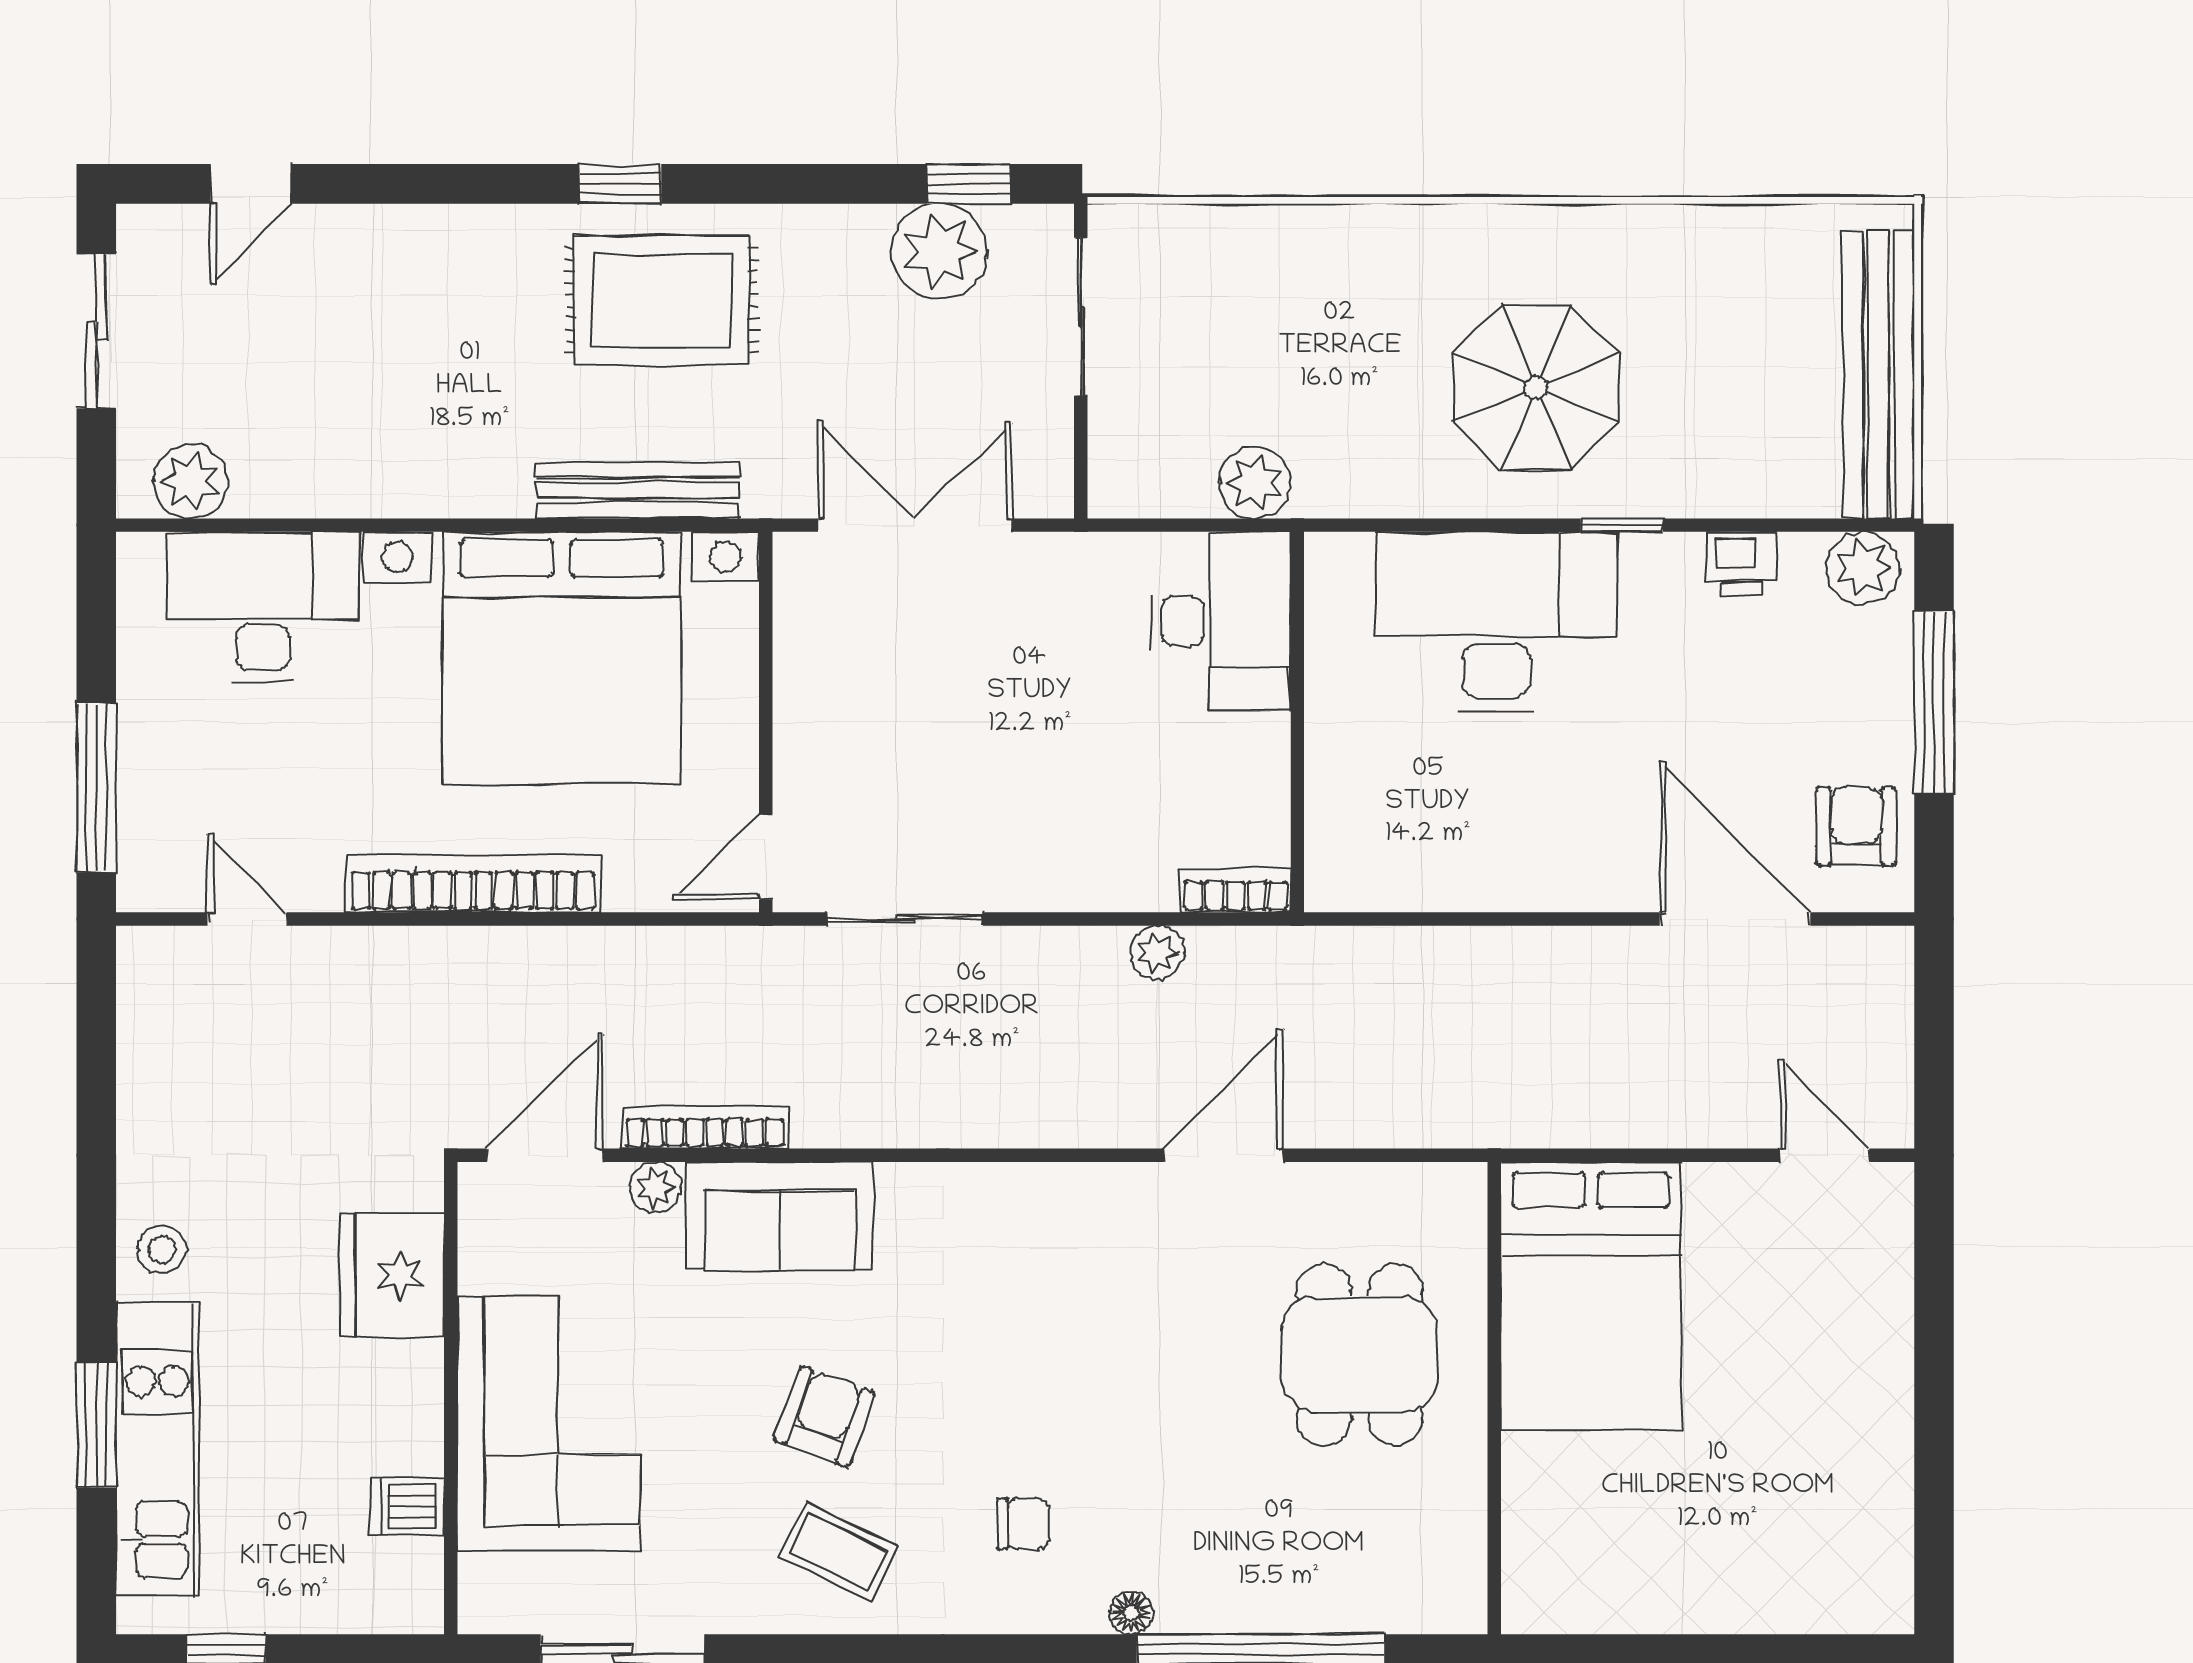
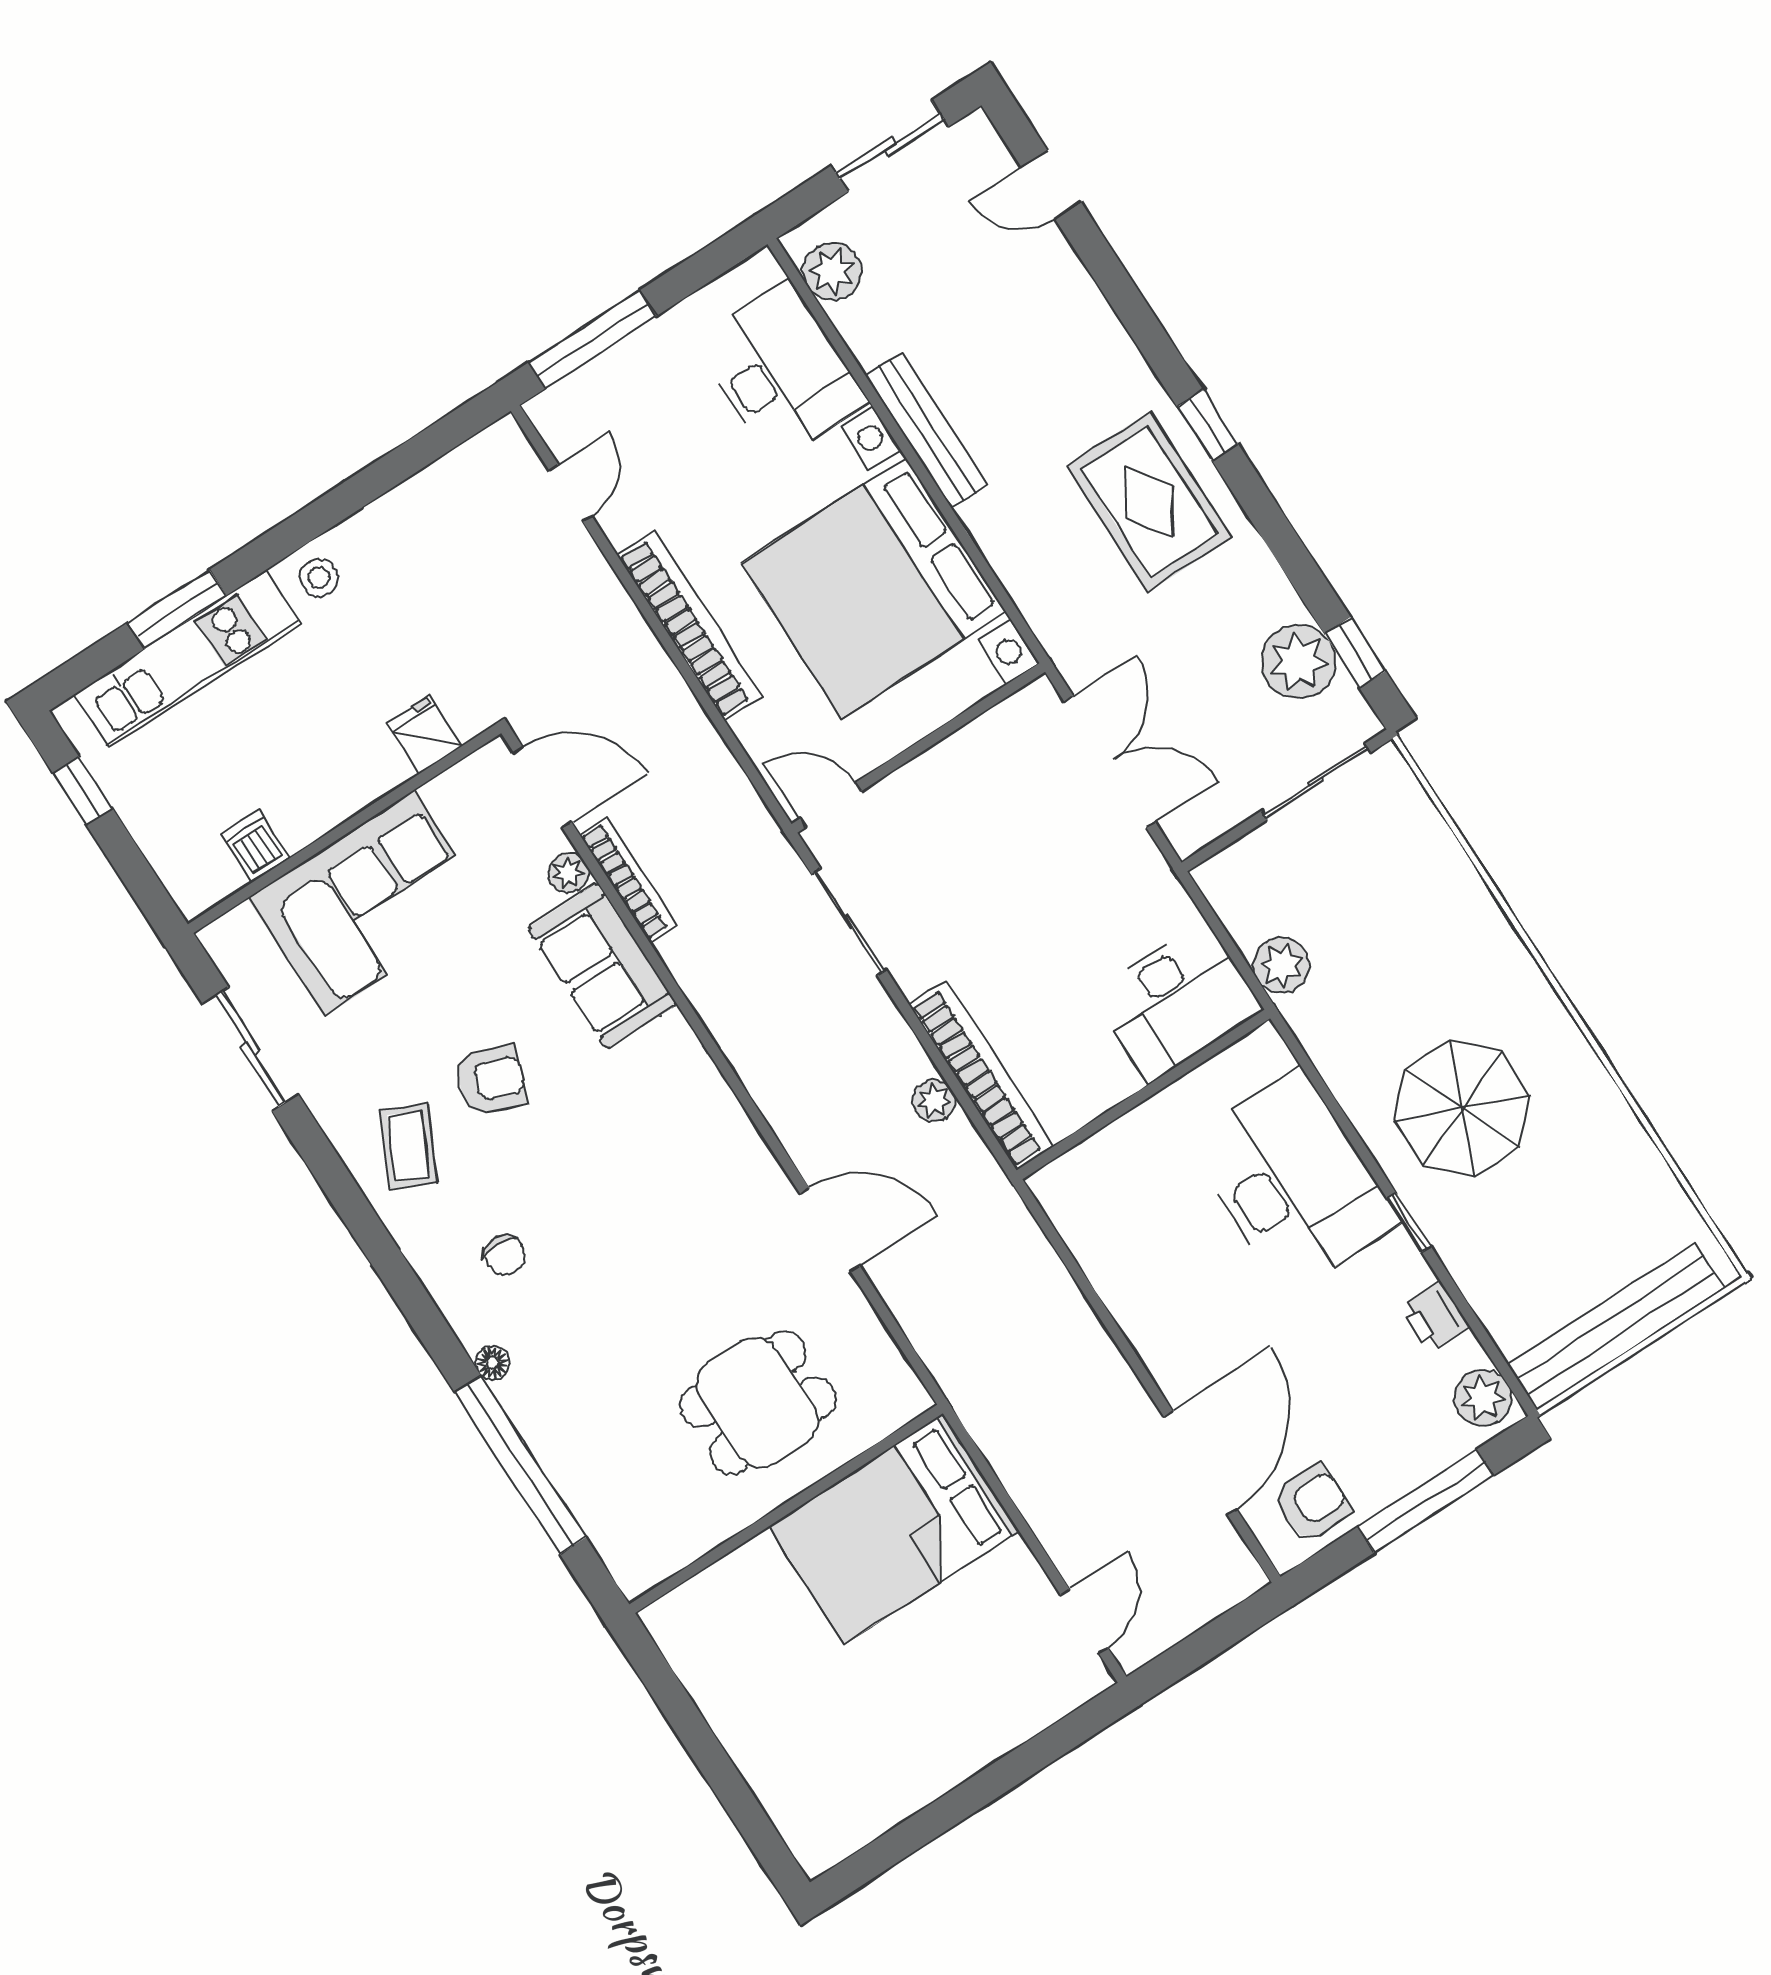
bench: (638, 490) -> (927, 430), moved
bookcase: (1236, 890) -> (982, 1075), width x2.31, depth x1.31
fridge: (392, 1275) -> (424, 735), width x0.53, depth x0.75

